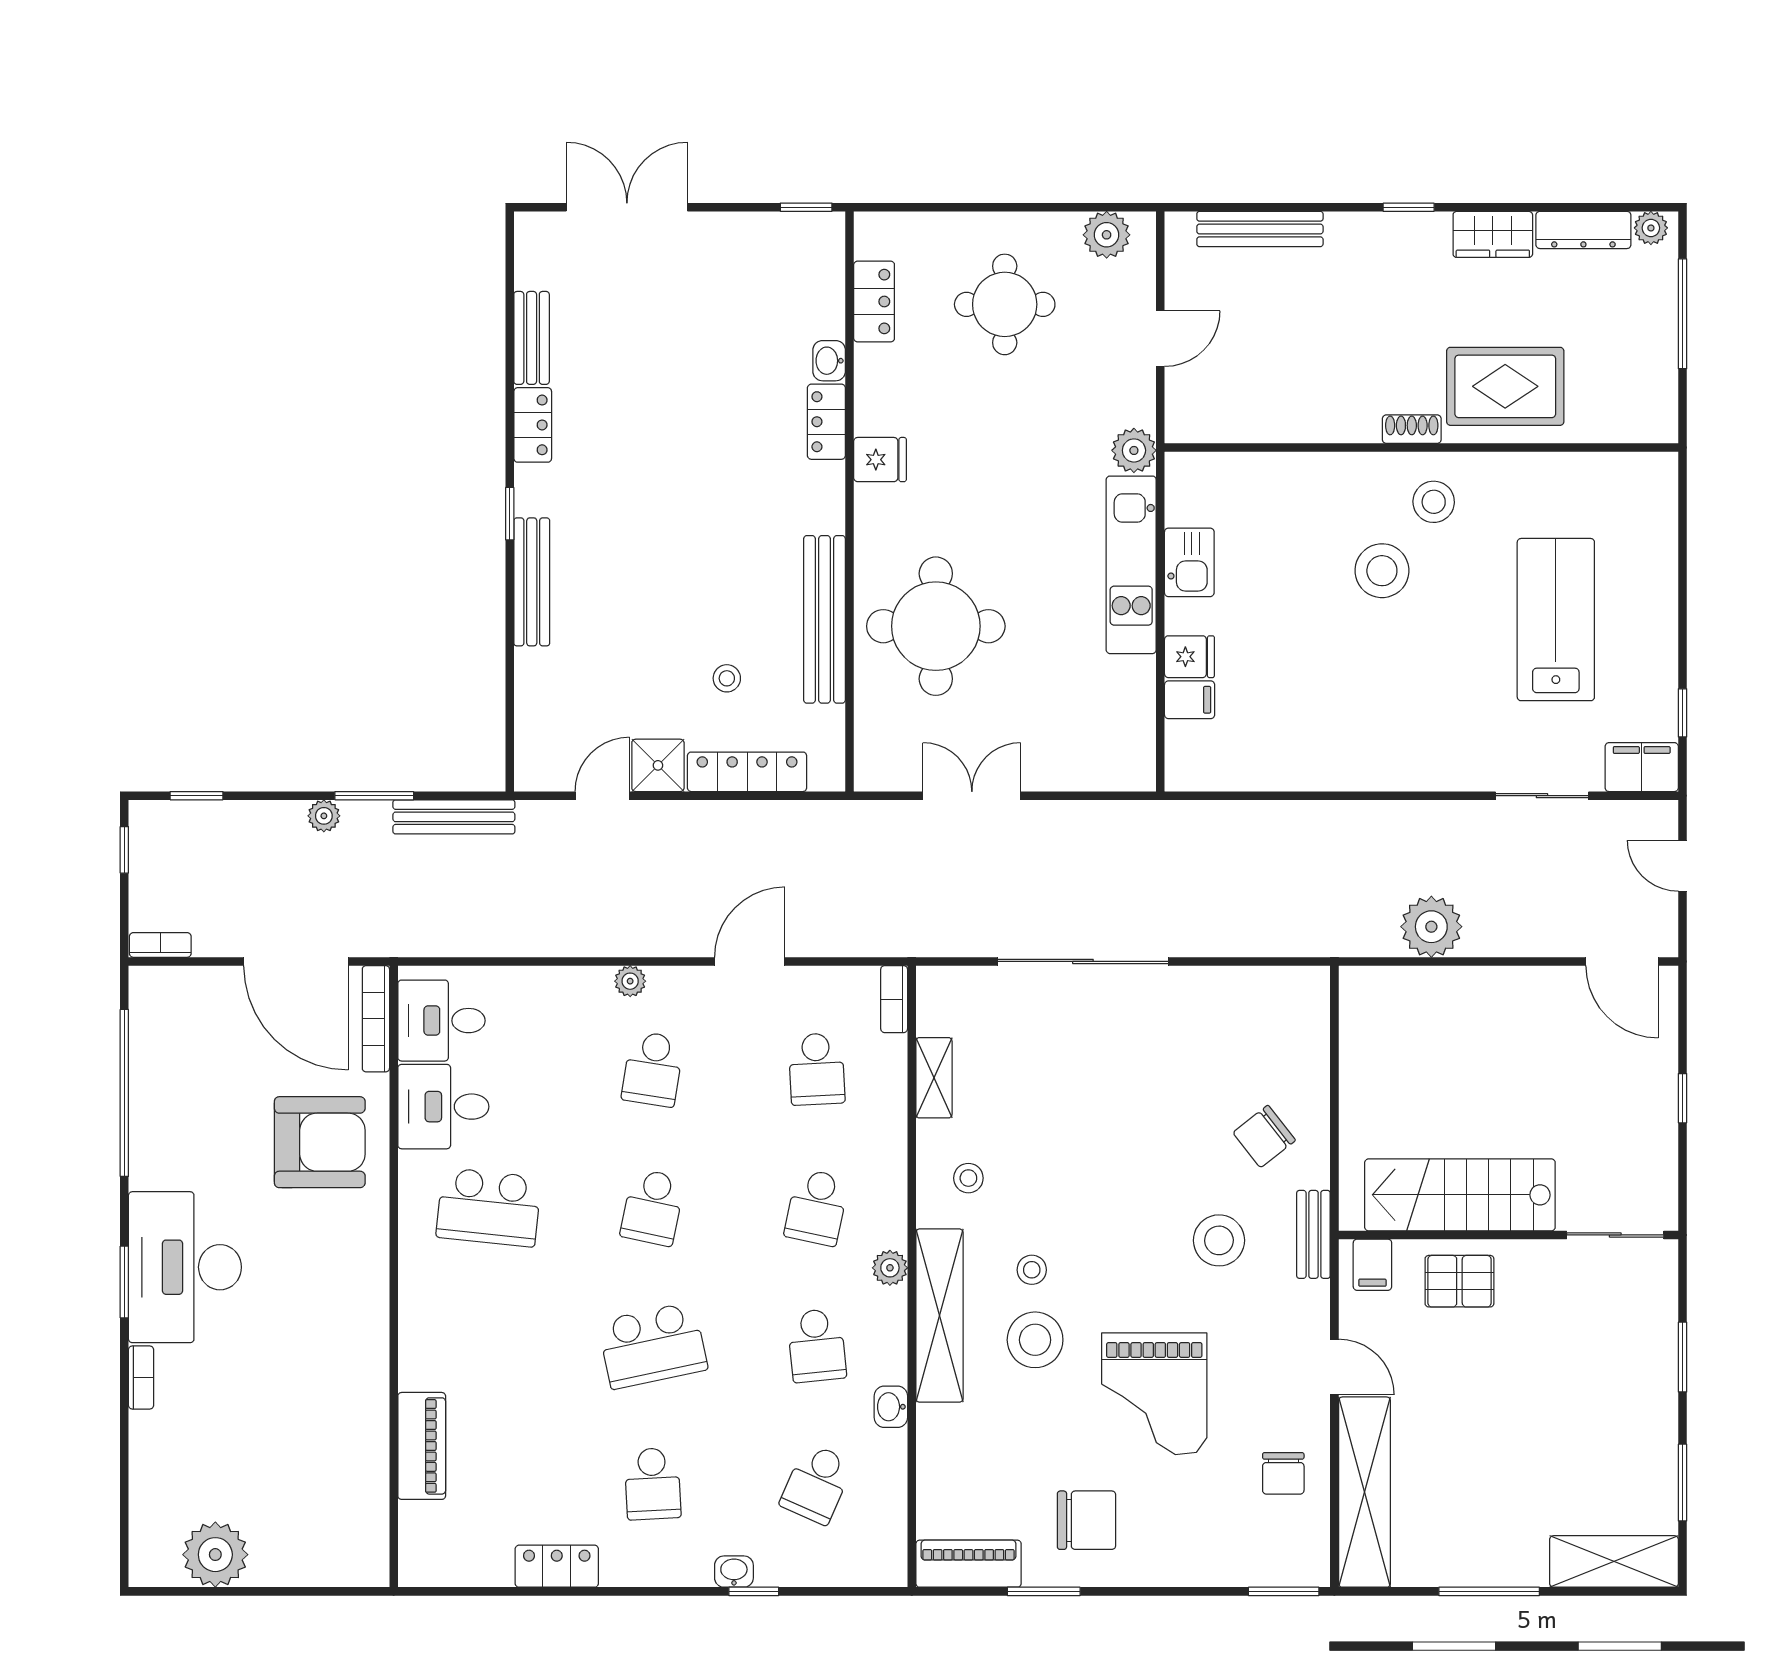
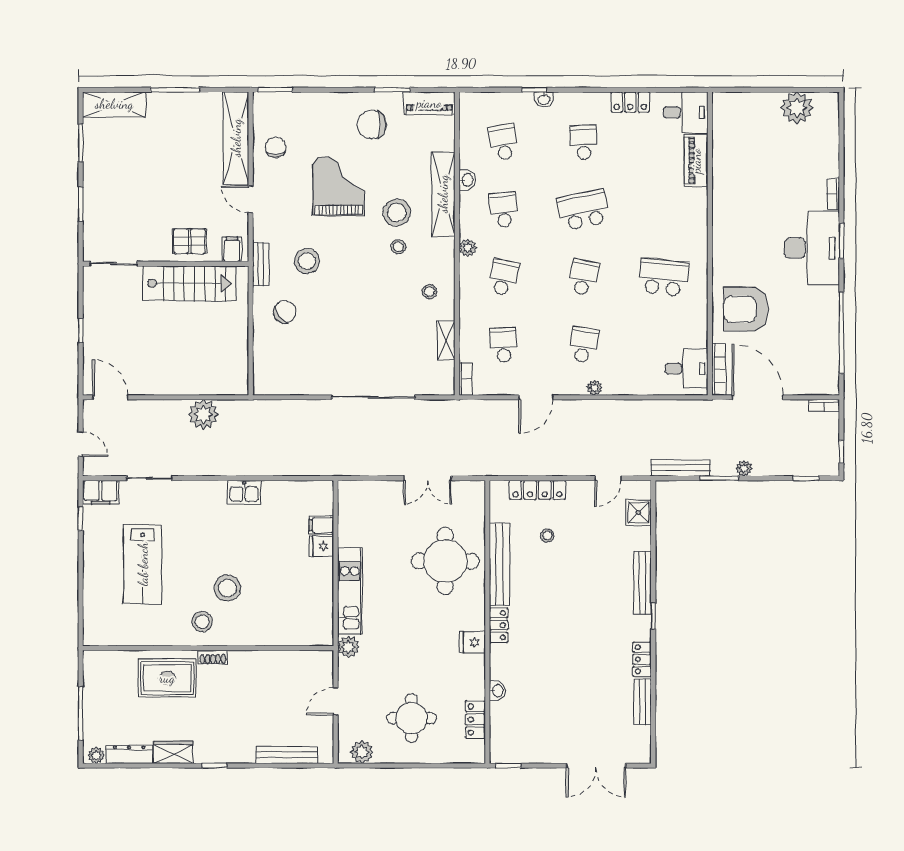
locker: (826, 422) -> (499, 625), moved
kitchen sink: (1189, 562) -> (244, 492), moved, turned -90
shower: (658, 765) -> (638, 512), moved
desk: (443, 1107) -> (686, 112), moved
shelving: (939, 1316) -> (443, 194), moved
school desk: (817, 1484) -> (503, 142), turned -33

